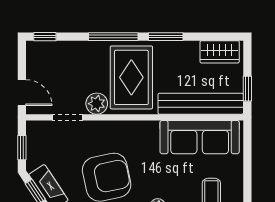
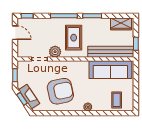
rug: (131, 77) -> (74, 38), width x0.73, depth x0.70
door: (22, 93) -> (15, 33), moved

